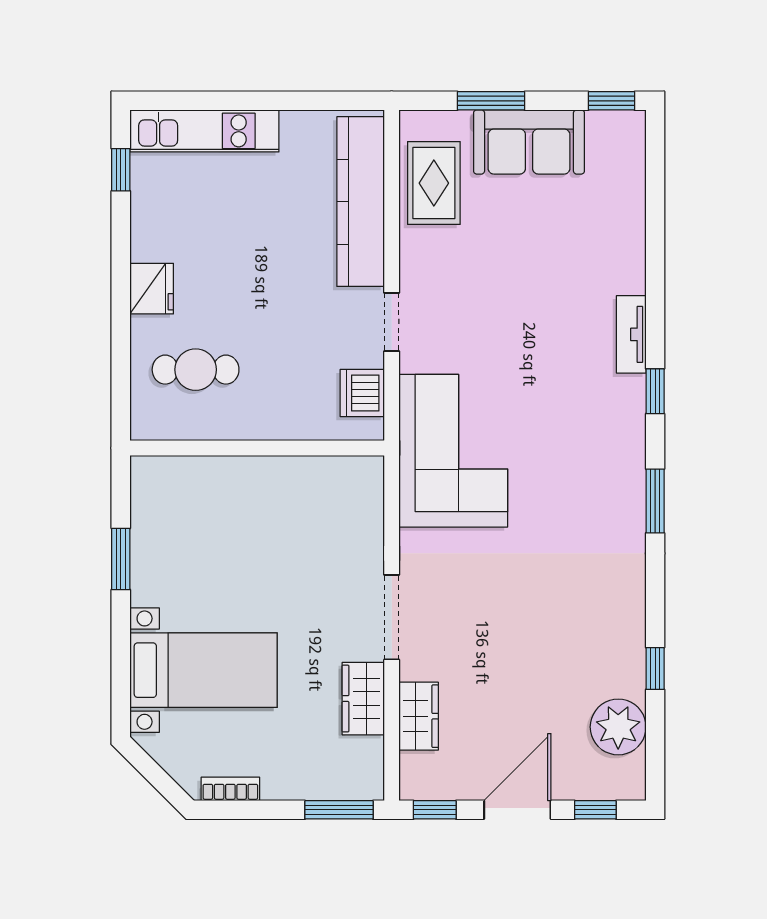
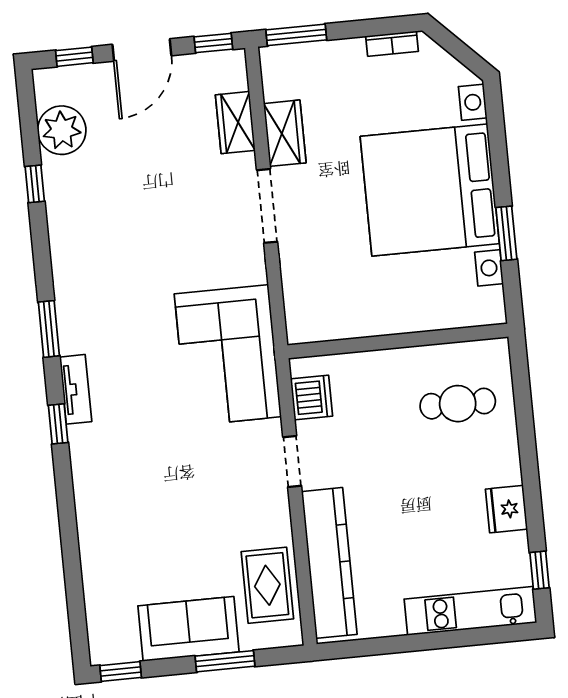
fridge: (152, 289) -> (506, 509), moved
tv unit: (631, 334) -> (76, 389), moved
bed with nightstands: (203, 670) -> (430, 190), width x1.85

